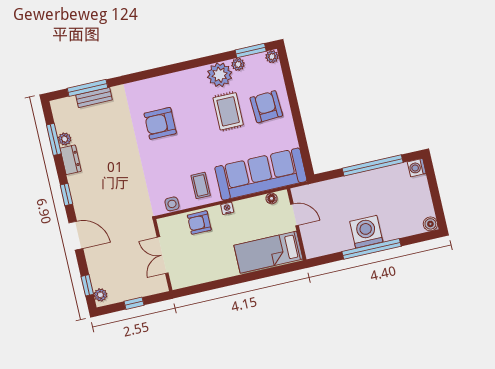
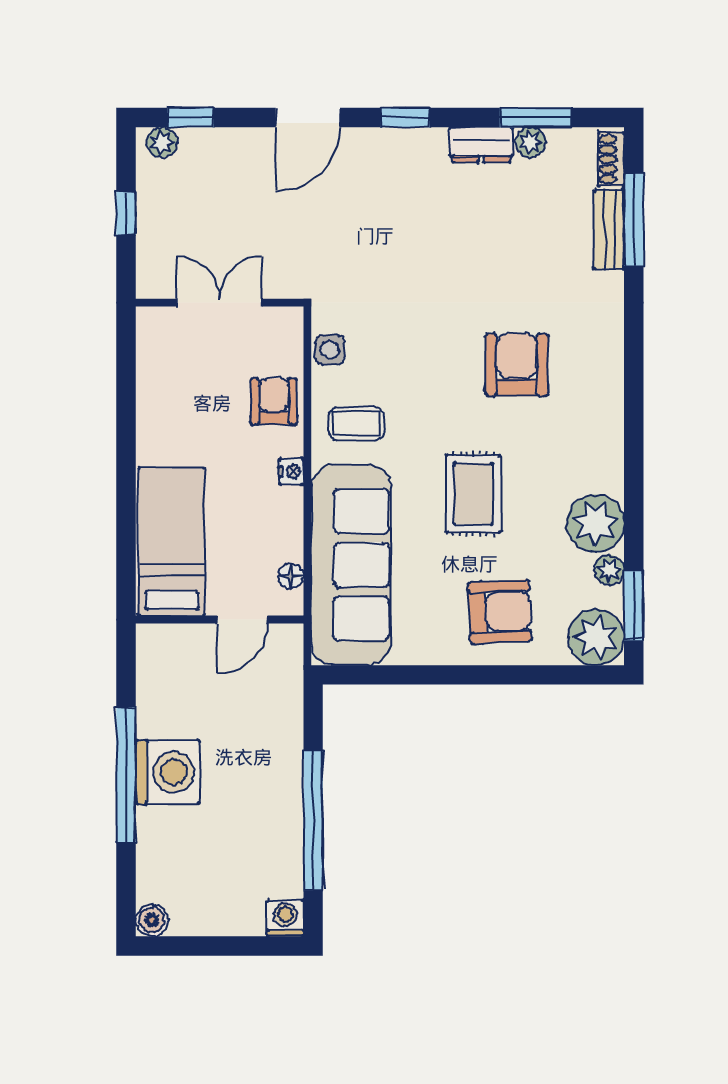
plant: (272, 57) -> (596, 637), width x1.88, depth x1.88
shoe rack: (64, 103) -> (611, 159), added
rug: (228, 111) -> (473, 494), moved, turned 90

